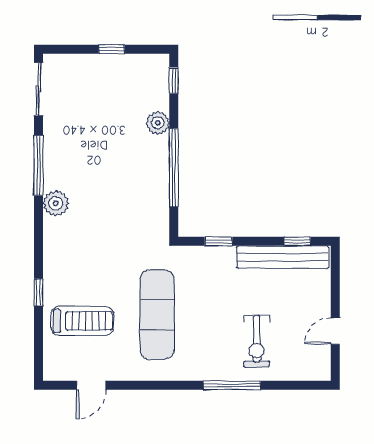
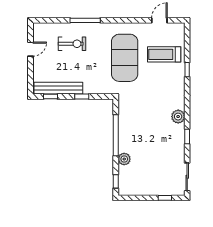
window: (112, 49) -> (165, 198), moved
window: (38, 165) -> (187, 137), width x0.46
window: (218, 241) -> (82, 96), moved
exercise mat: (157, 315) -> (125, 58), width x1.47
exercise bike: (257, 341) -> (72, 44), turned 90

